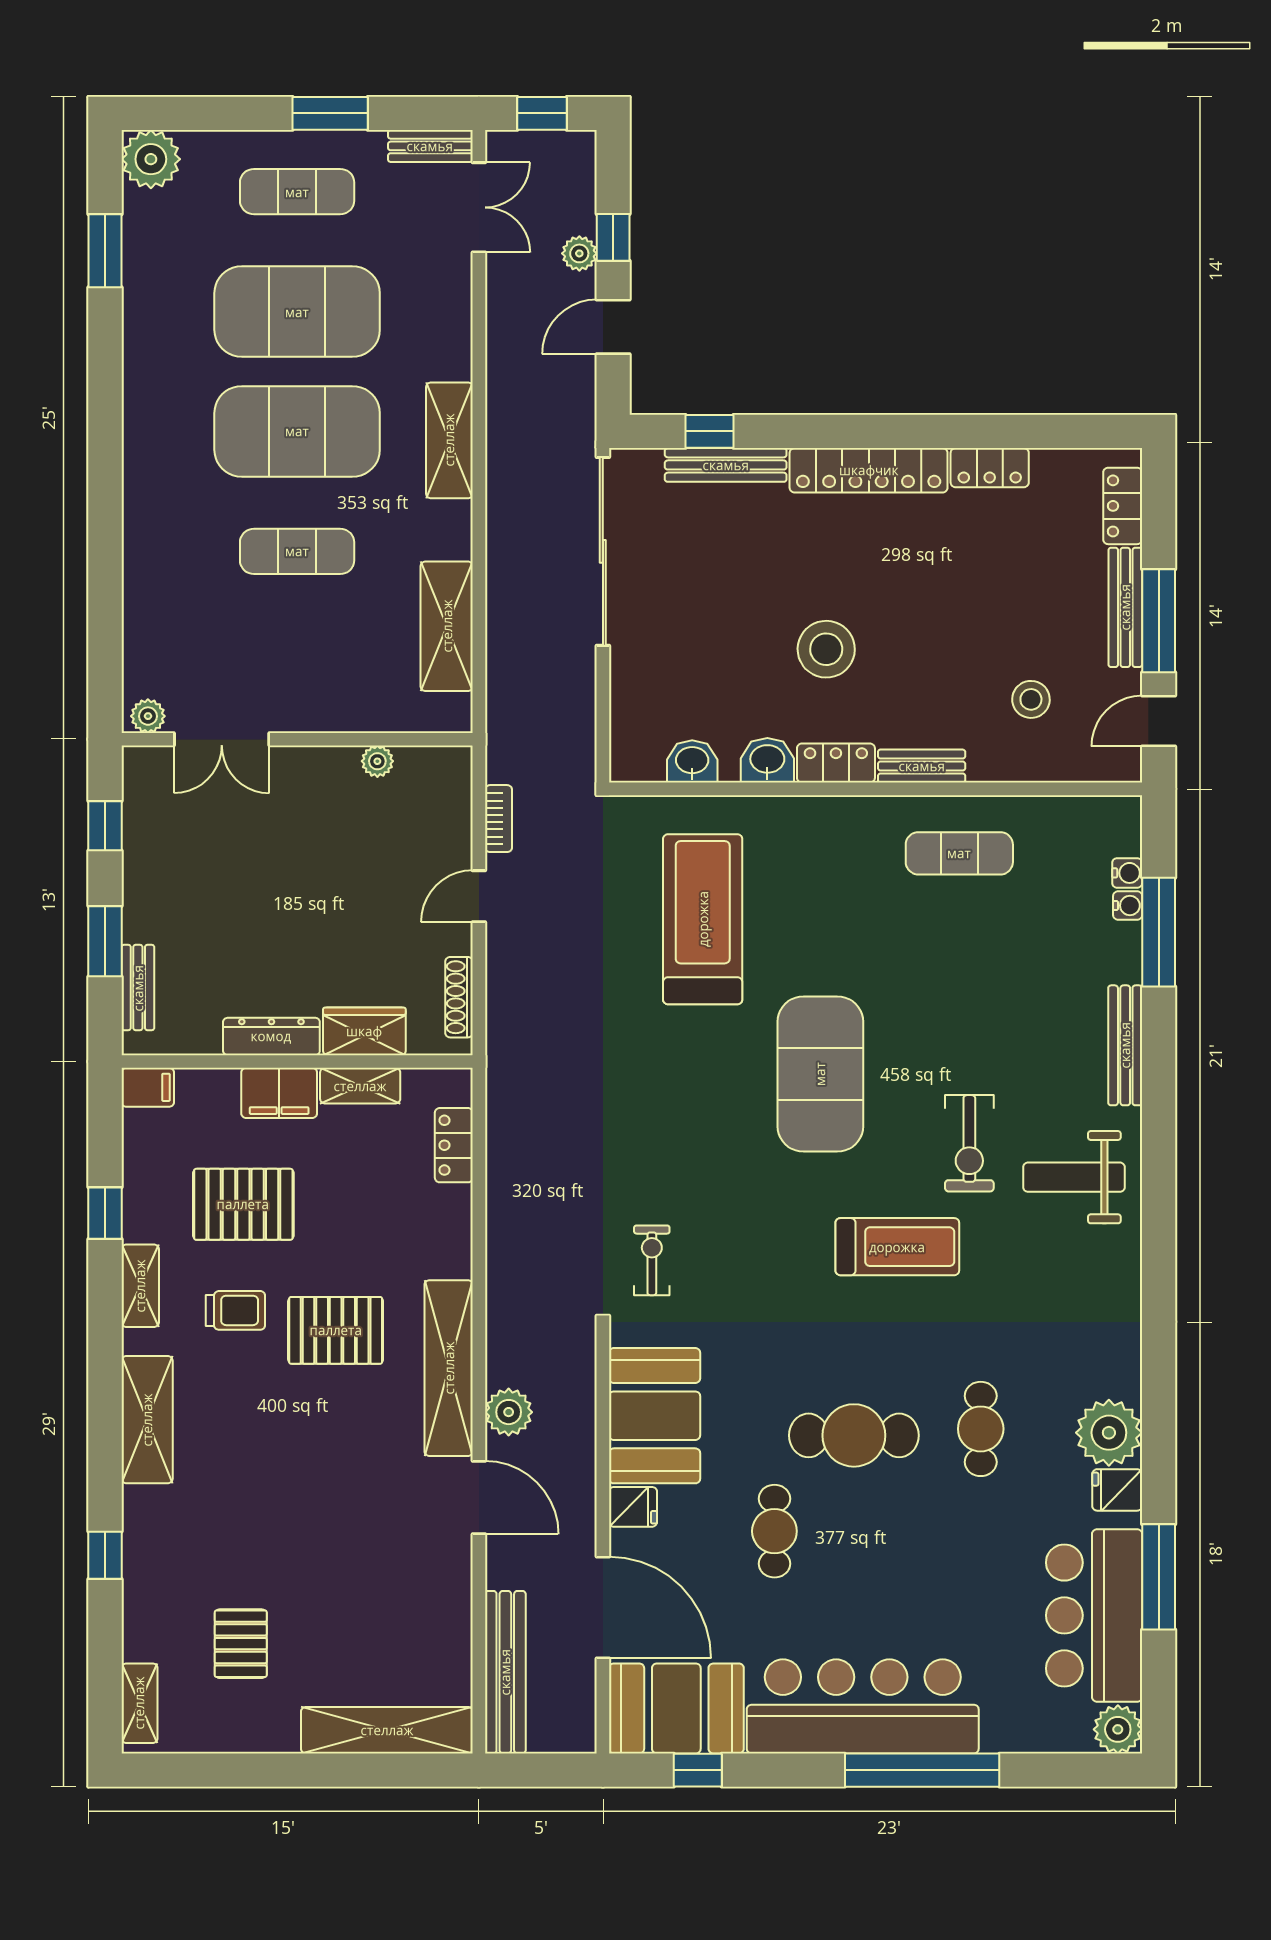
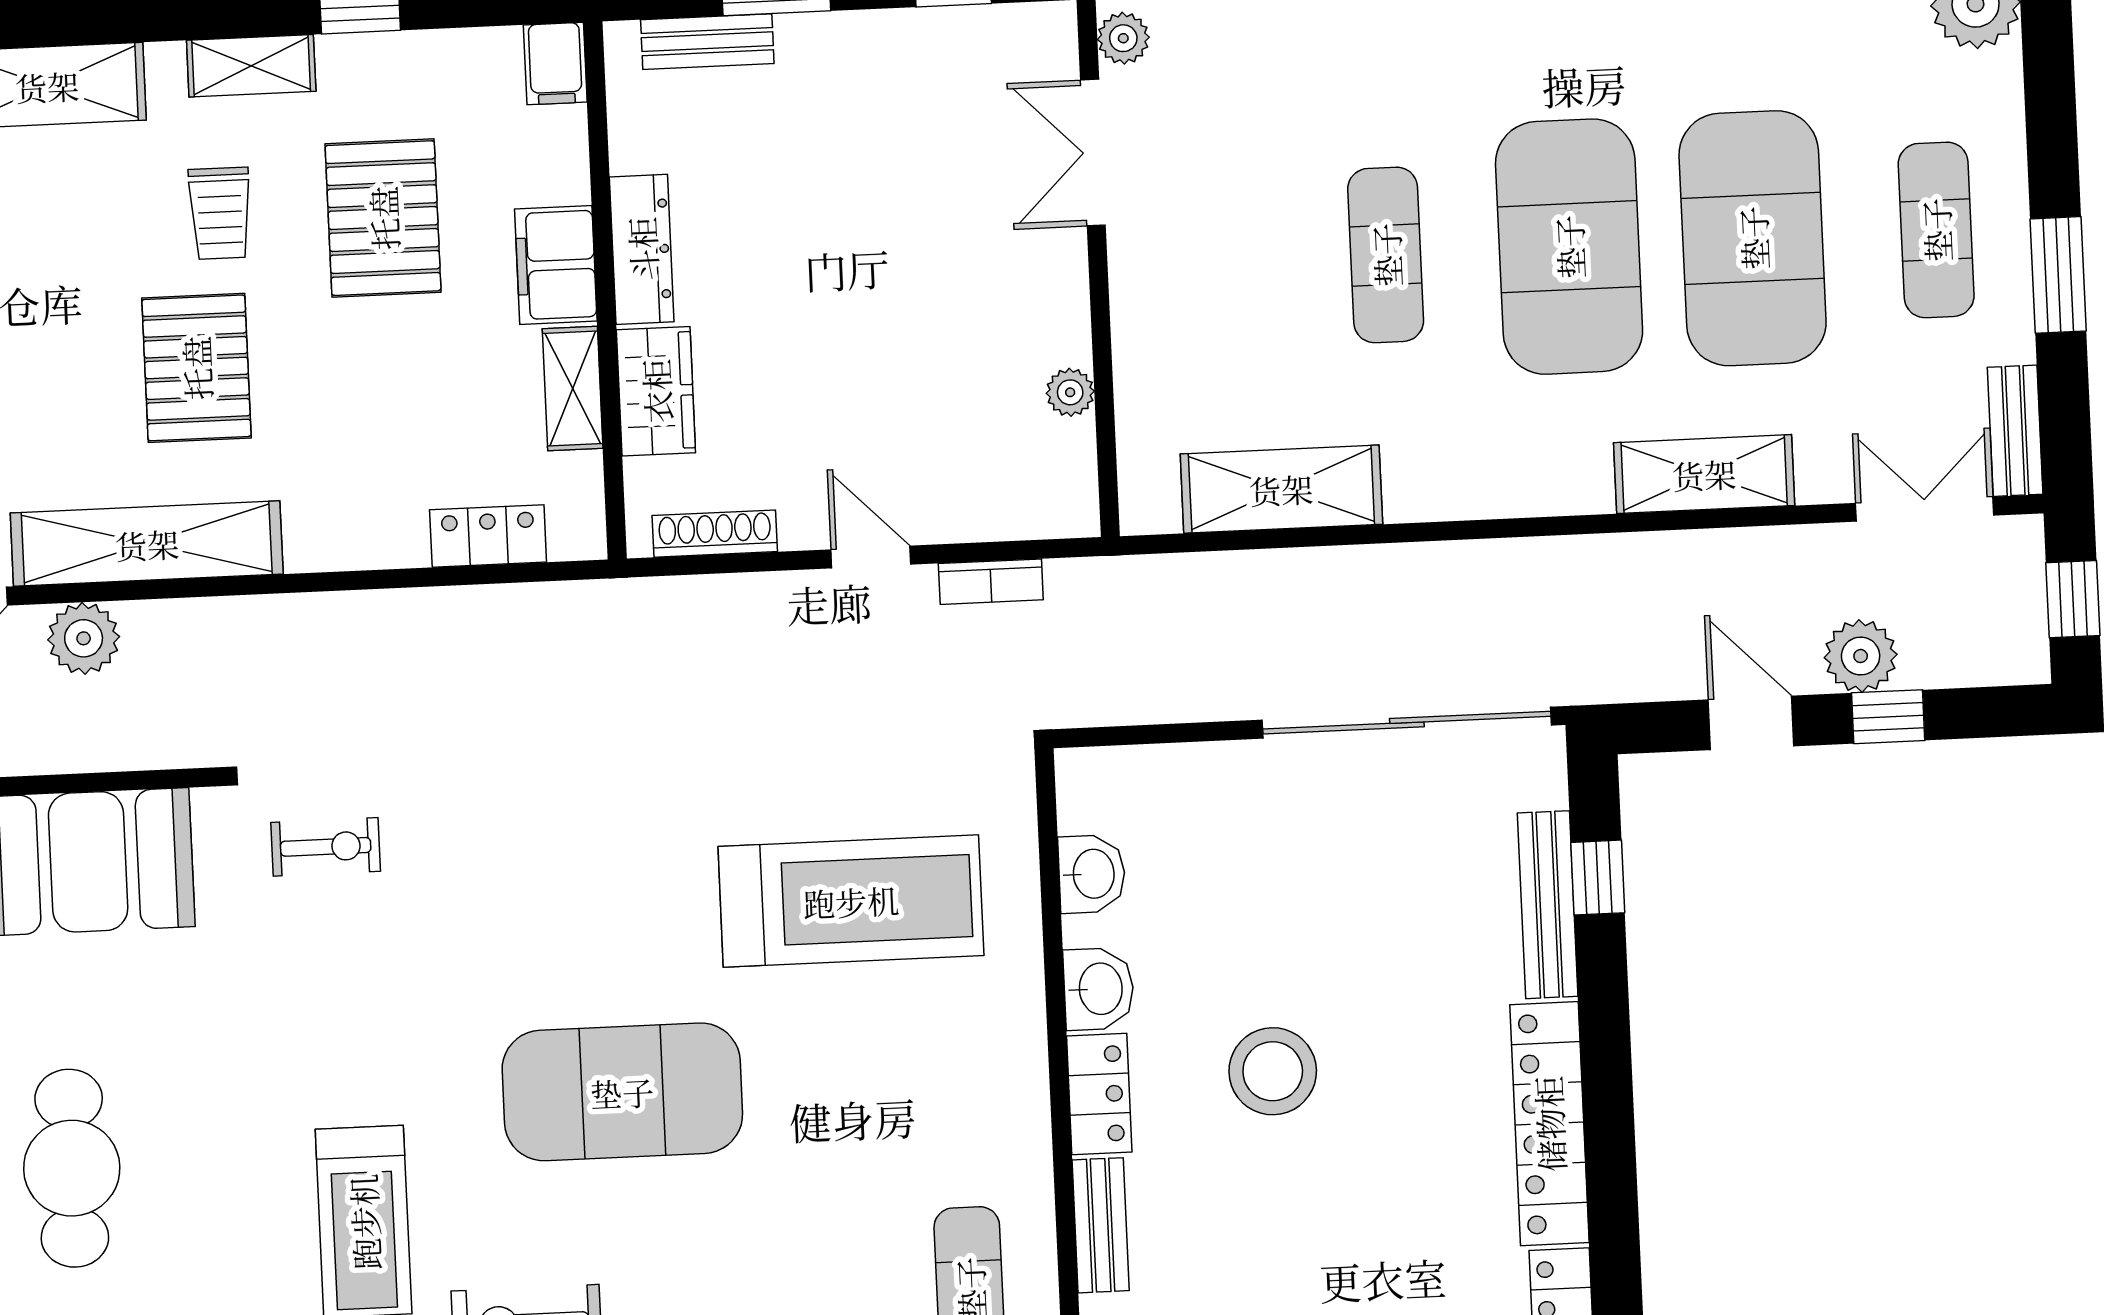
double door: (479, 207) -> (1925, 509), swing flipped
plant: (579, 253) -> (1861, 656), width x1.38, depth x1.38
shelving: (449, 440) -> (1704, 474), moved

